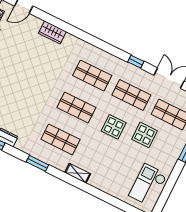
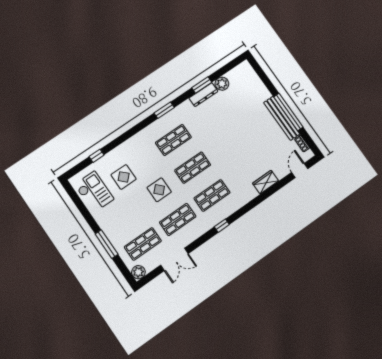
window: (136, 62) -> (222, 226), moved
display table: (144, 135) -> (124, 177), moved
shelving: (78, 173) -> (137, 139), removed
window: (114, 202) -> (97, 156), added

